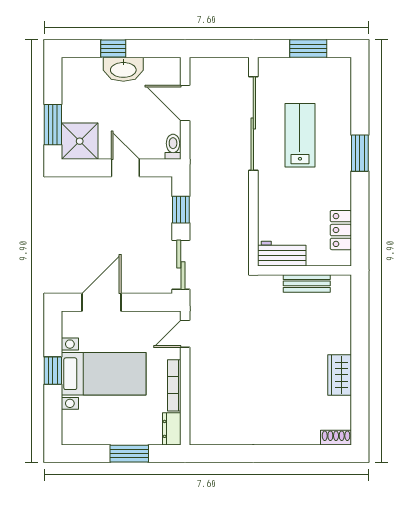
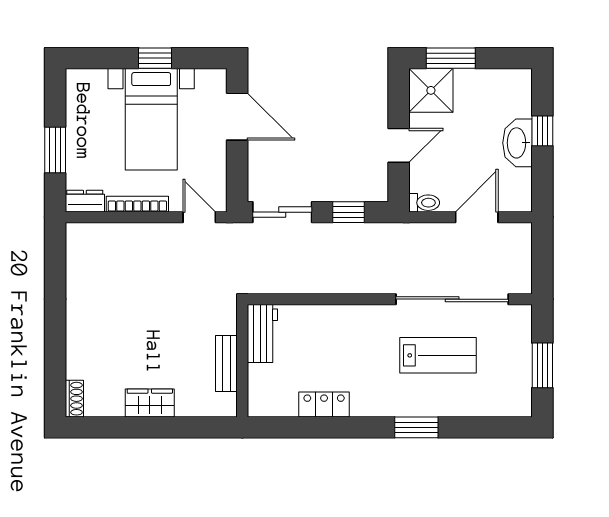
workbench: (282, 254) -> (262, 333), moved
wall: (304, 270) -> (242, 361), moved
bench: (307, 283) -> (226, 363), moved

